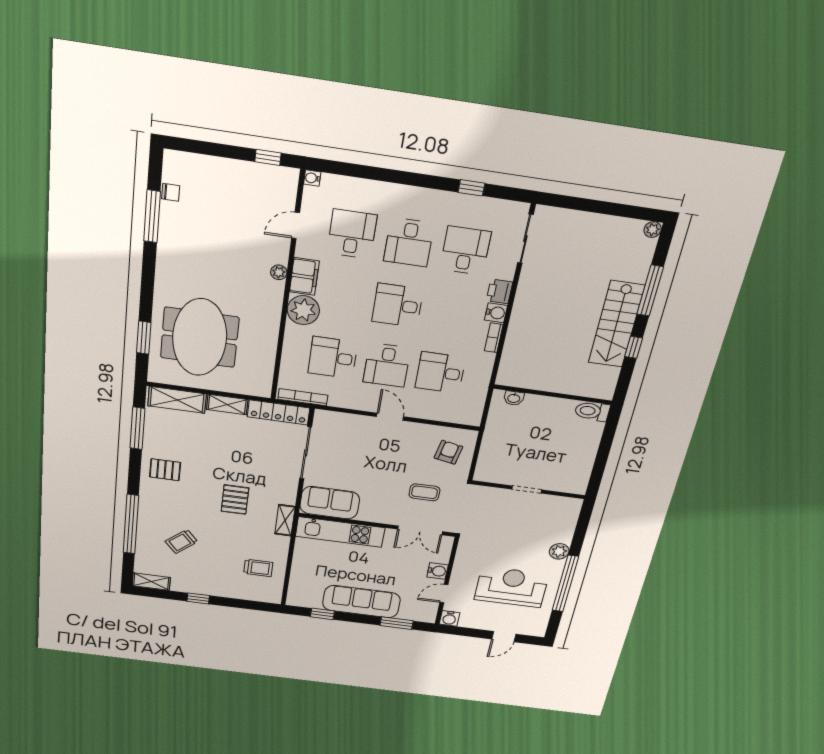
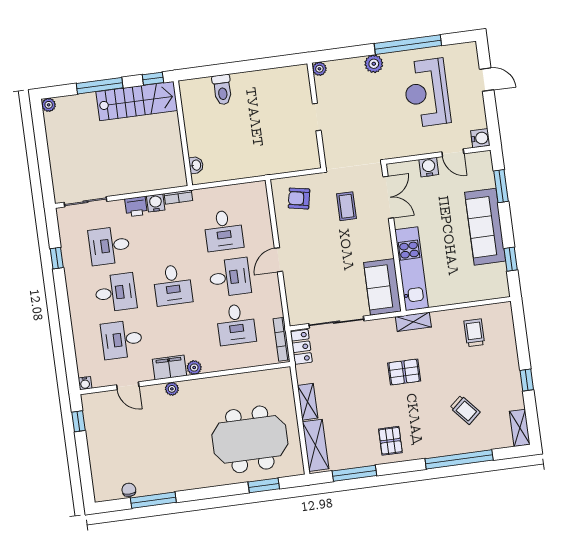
plant: (303, 310) -> (194, 368), width x0.53, depth x0.53
wall: (553, 395) -> (183, 133), moved
washbasin: (514, 398) -> (196, 165), moved
locker: (279, 412) -> (301, 347), width x0.66
plant: (575, 504) -> (319, 69), added

